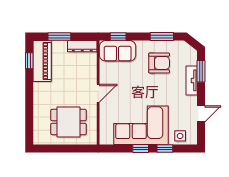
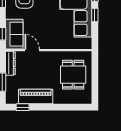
piano: (42, 61) -> (36, 96), moved
door: (98, 93) -> (32, 50), moved

